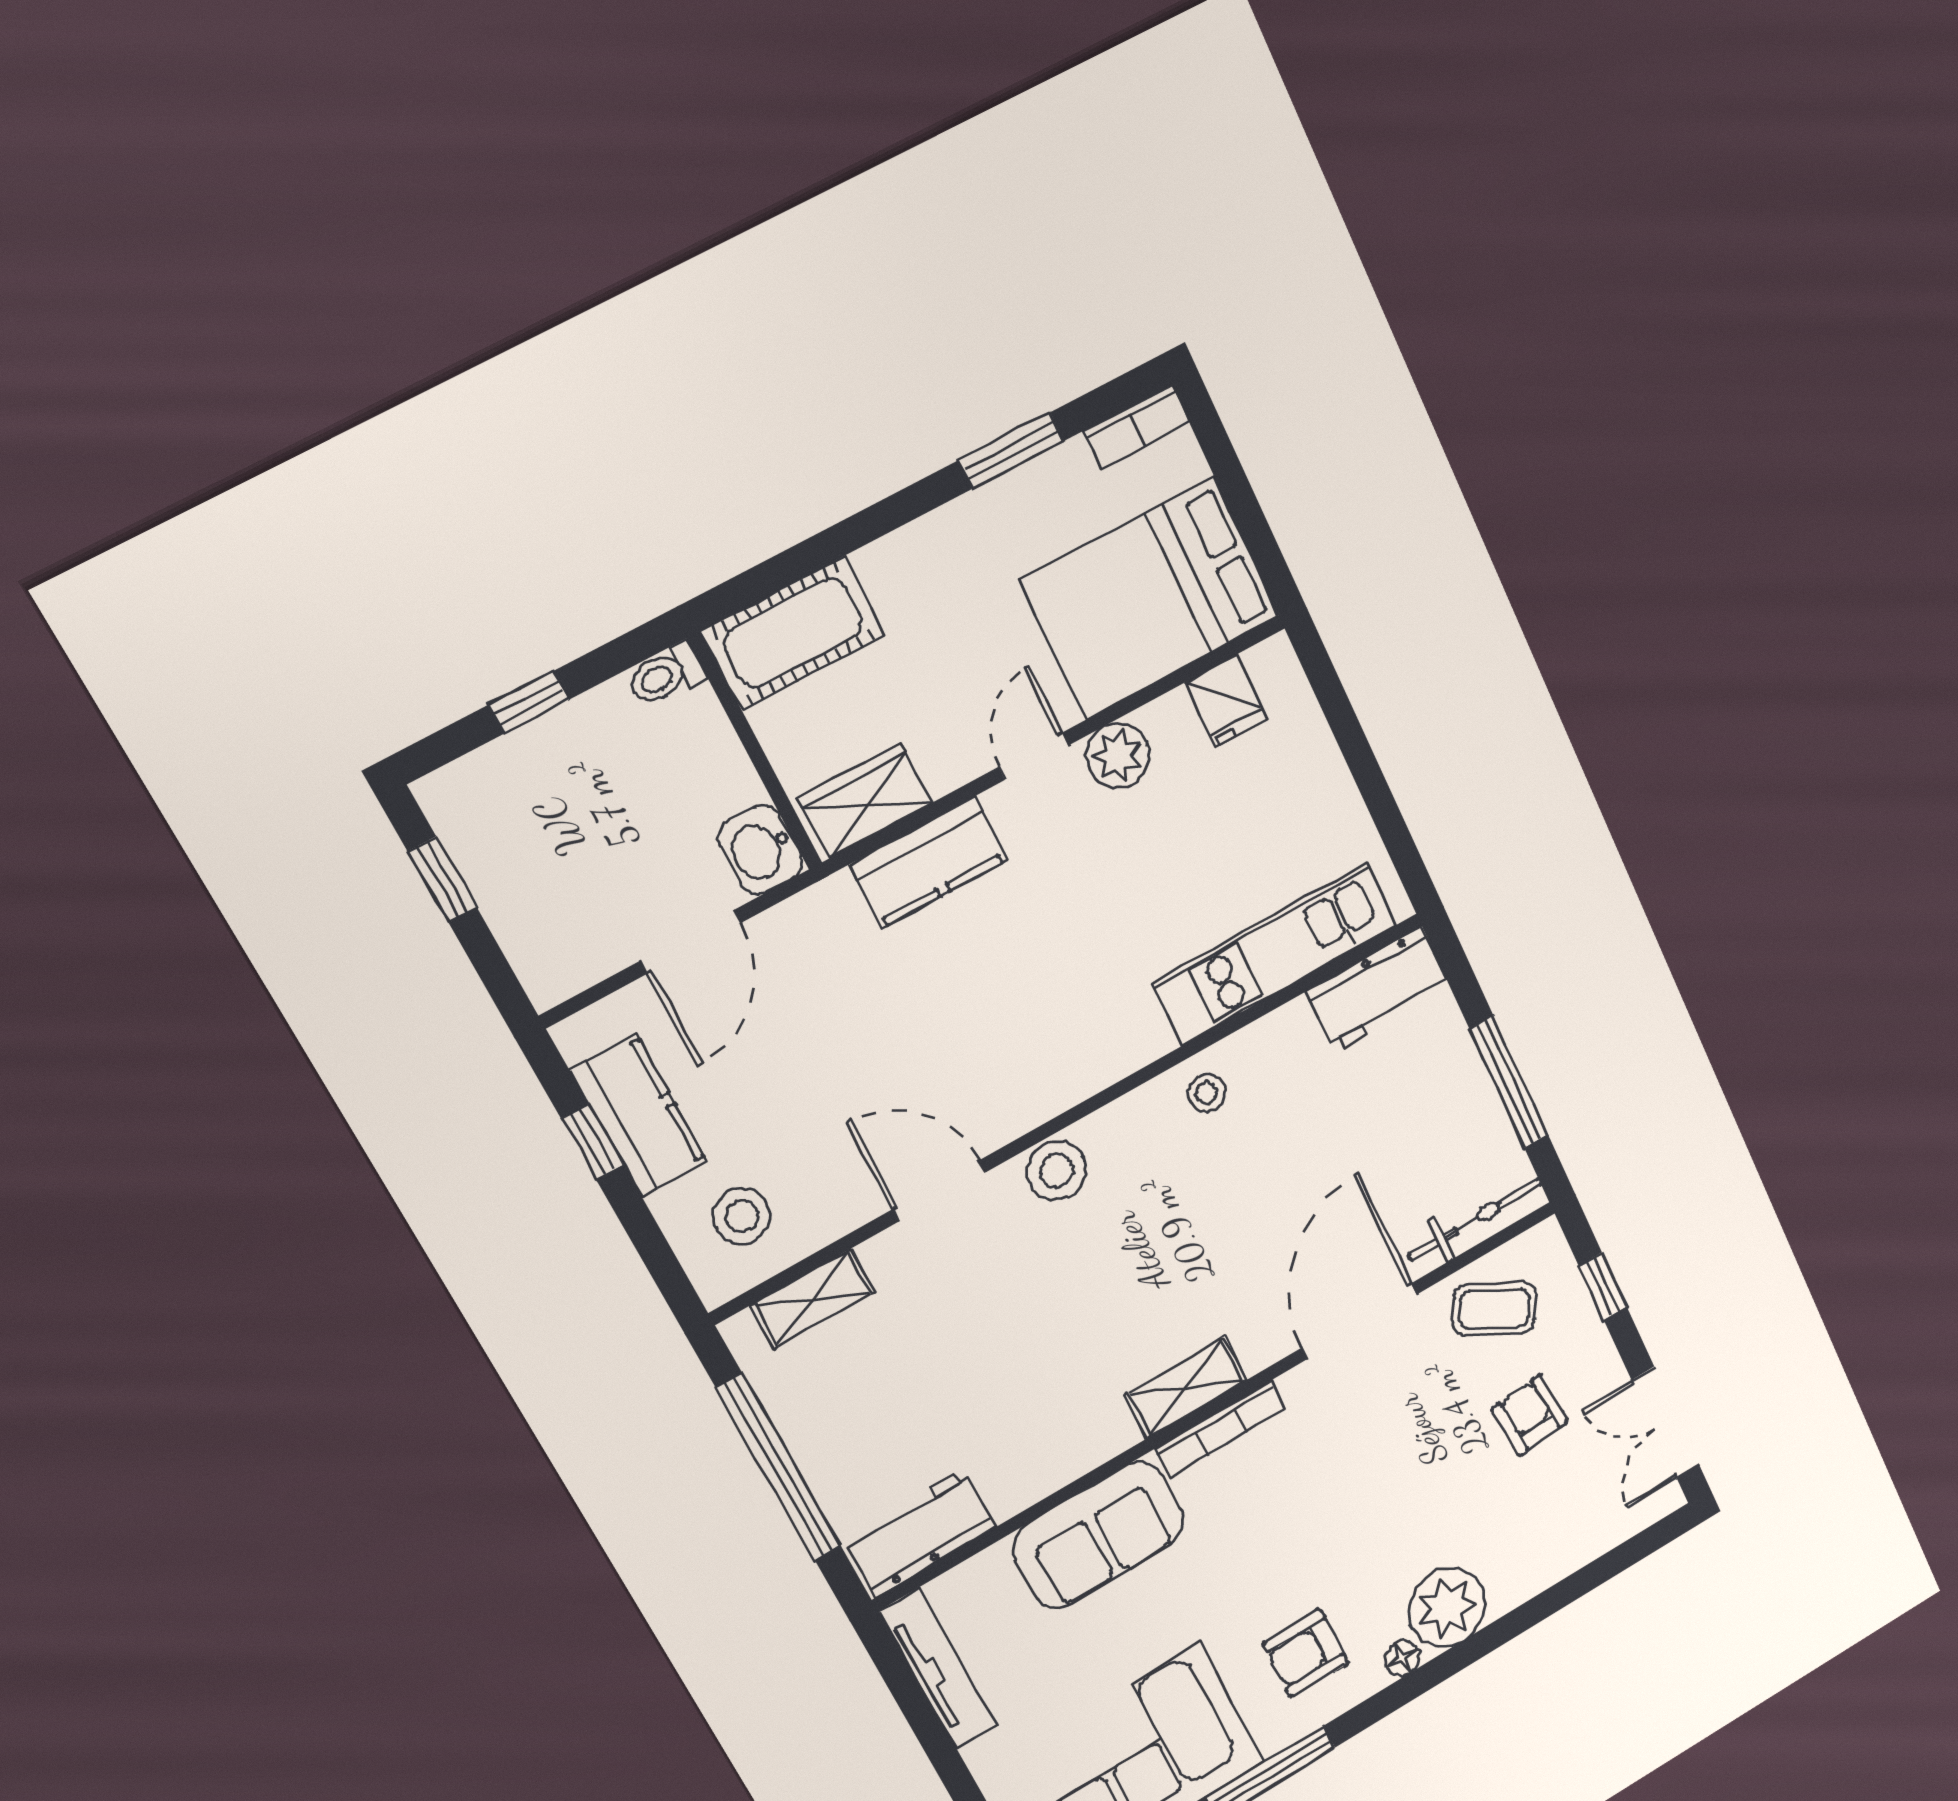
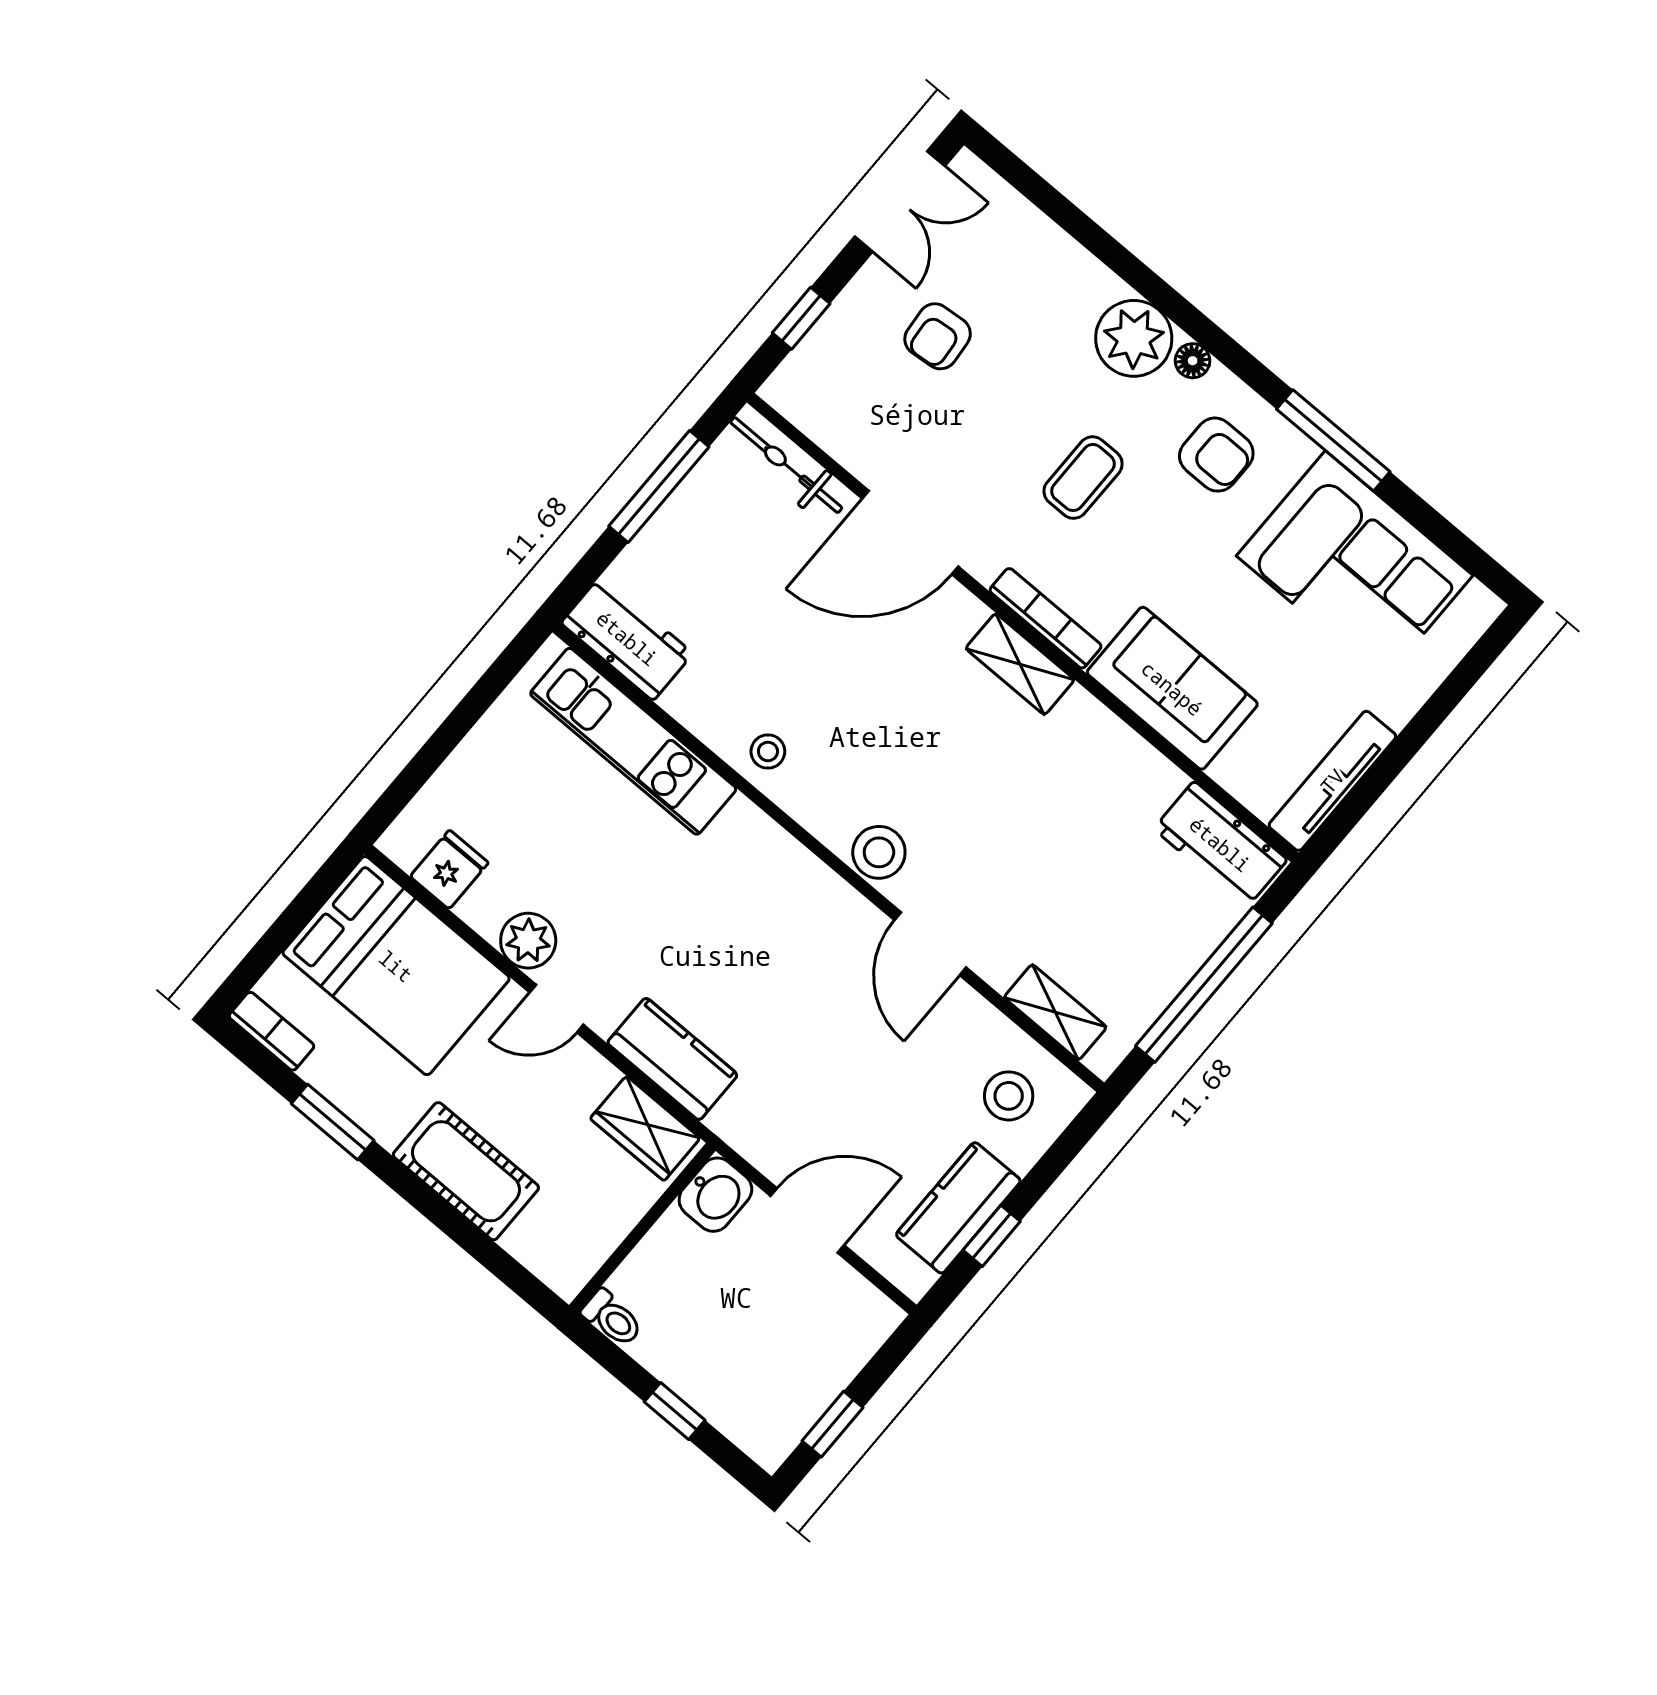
cot: (793, 633) -> (466, 1171), moved
coffee table: (1495, 1309) -> (1083, 478), moved, turned 61

